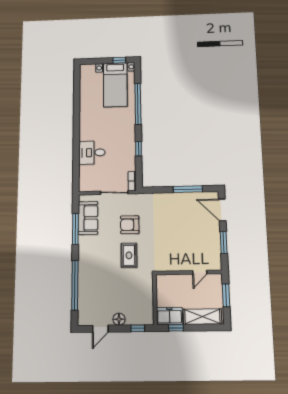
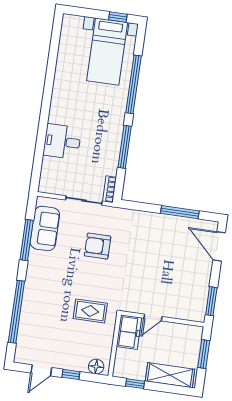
window: (138, 149) -> (125, 147), width x2.17
window: (224, 242) -> (211, 301), moved
rug: (129, 255) -> (90, 311), moved, turned 90
door: (200, 272) -> (153, 317), moved
freezer: (169, 316) -> (129, 332), moved, turned 90
floor lamp: (119, 319) -> (96, 367), moved
window: (138, 328) -> (71, 374), moved

